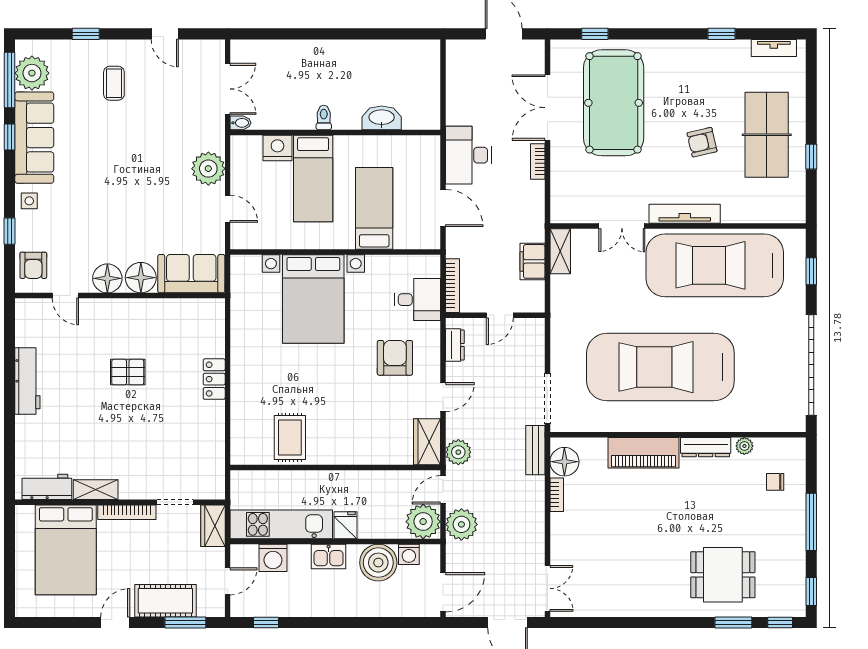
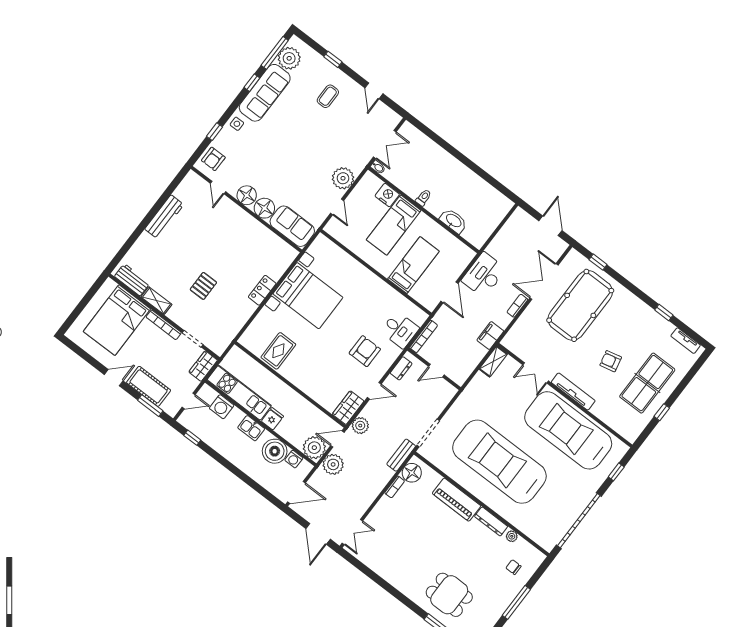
filing cabinet: (532, 261) -> (490, 336), moved
bed with nightstands: (313, 299) -> (308, 296), moved, turned -90
pallet: (128, 372) -> (203, 286), moved, turned 90

